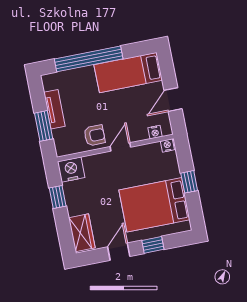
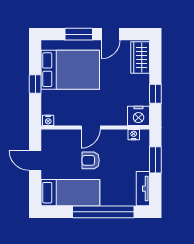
door: (173, 100) -> (35, 161), swing flipped
tv unit: (54, 109) -> (143, 189), moved
nightstand: (155, 132) -> (134, 135), moved
armchair: (94, 135) -> (91, 160), moved
window: (153, 245) -> (79, 34), width x1.50

